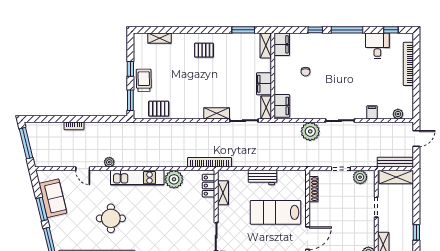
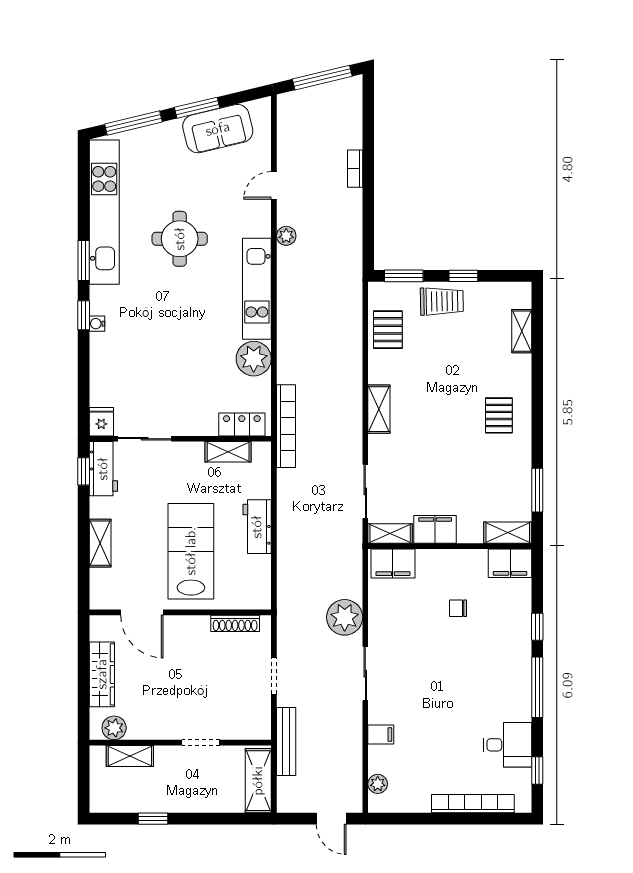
shelving: (217, 113) -> (379, 409), moved
bench: (395, 162) -> (286, 742), moved
plant: (360, 177) -> (258, 712), removed

